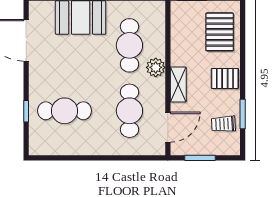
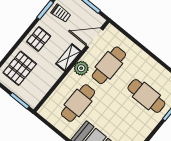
plant: (156, 67) -> (81, 68), moved
pallet: (225, 78) -> (39, 39), turned 90

